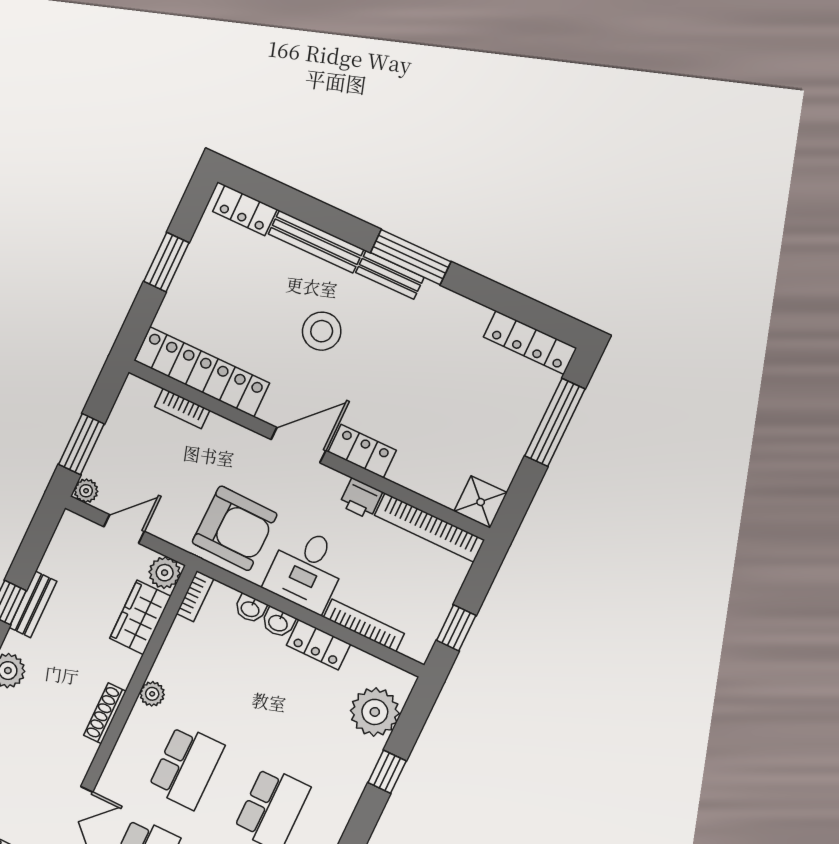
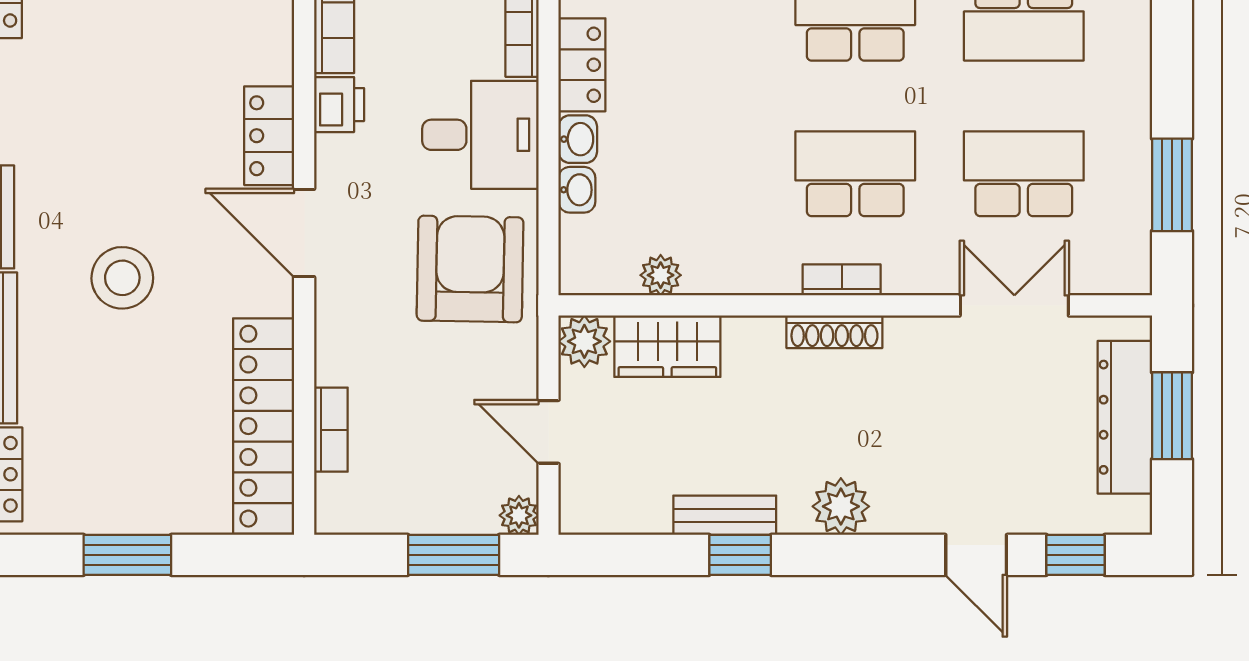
bookcase: (195, 596) -> (842, 280), moved
plant: (152, 694) -> (661, 275), moved

